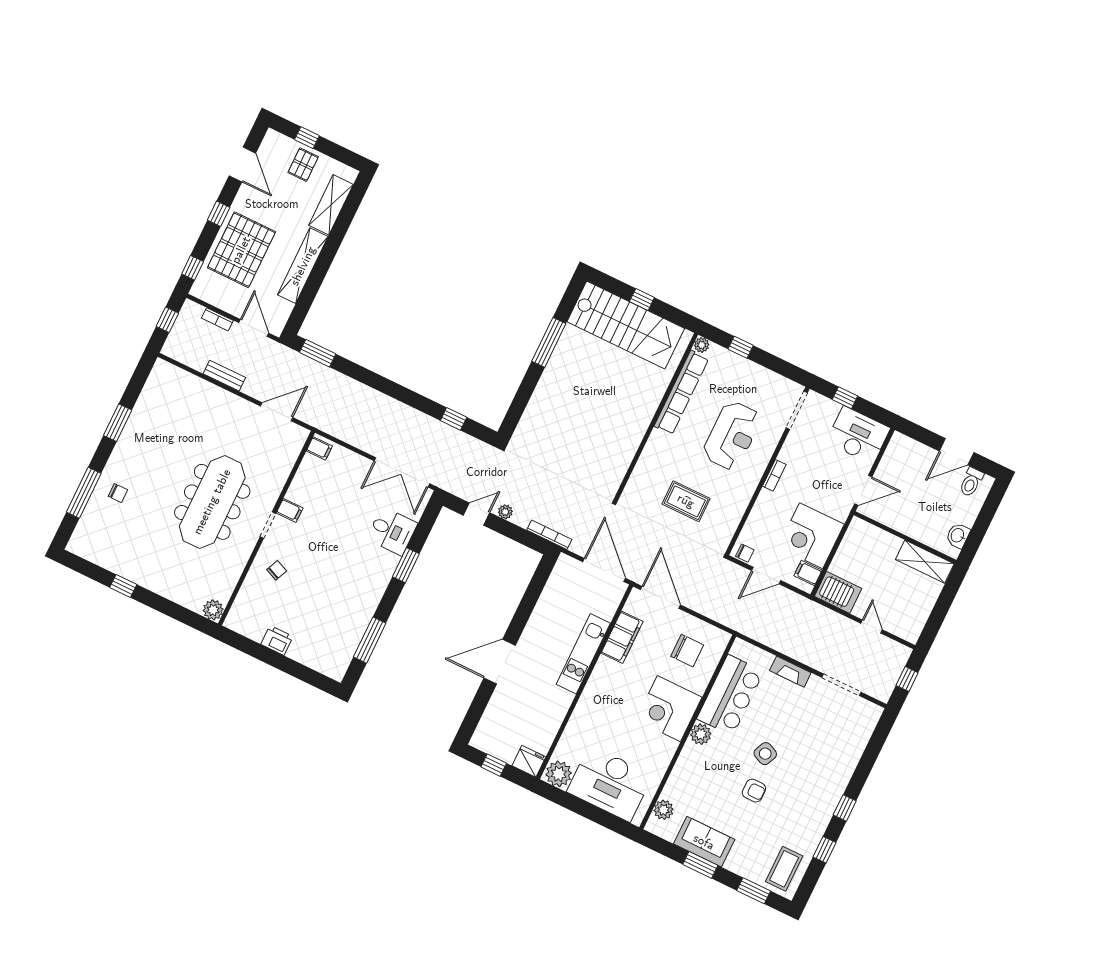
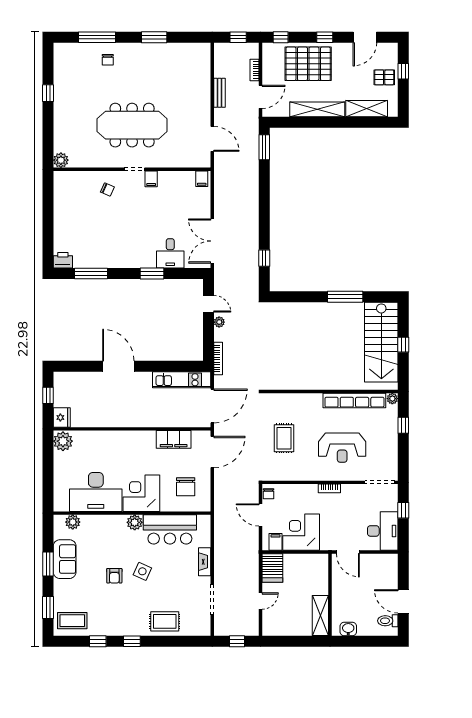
printer: (277, 640) -> (63, 260), moved, turned -90
kitchen unit: (583, 654) -> (182, 380), moved, turned 180
rug: (840, 756) -> (165, 621), added
desk: (610, 783) -> (96, 492), moved, turned -90

